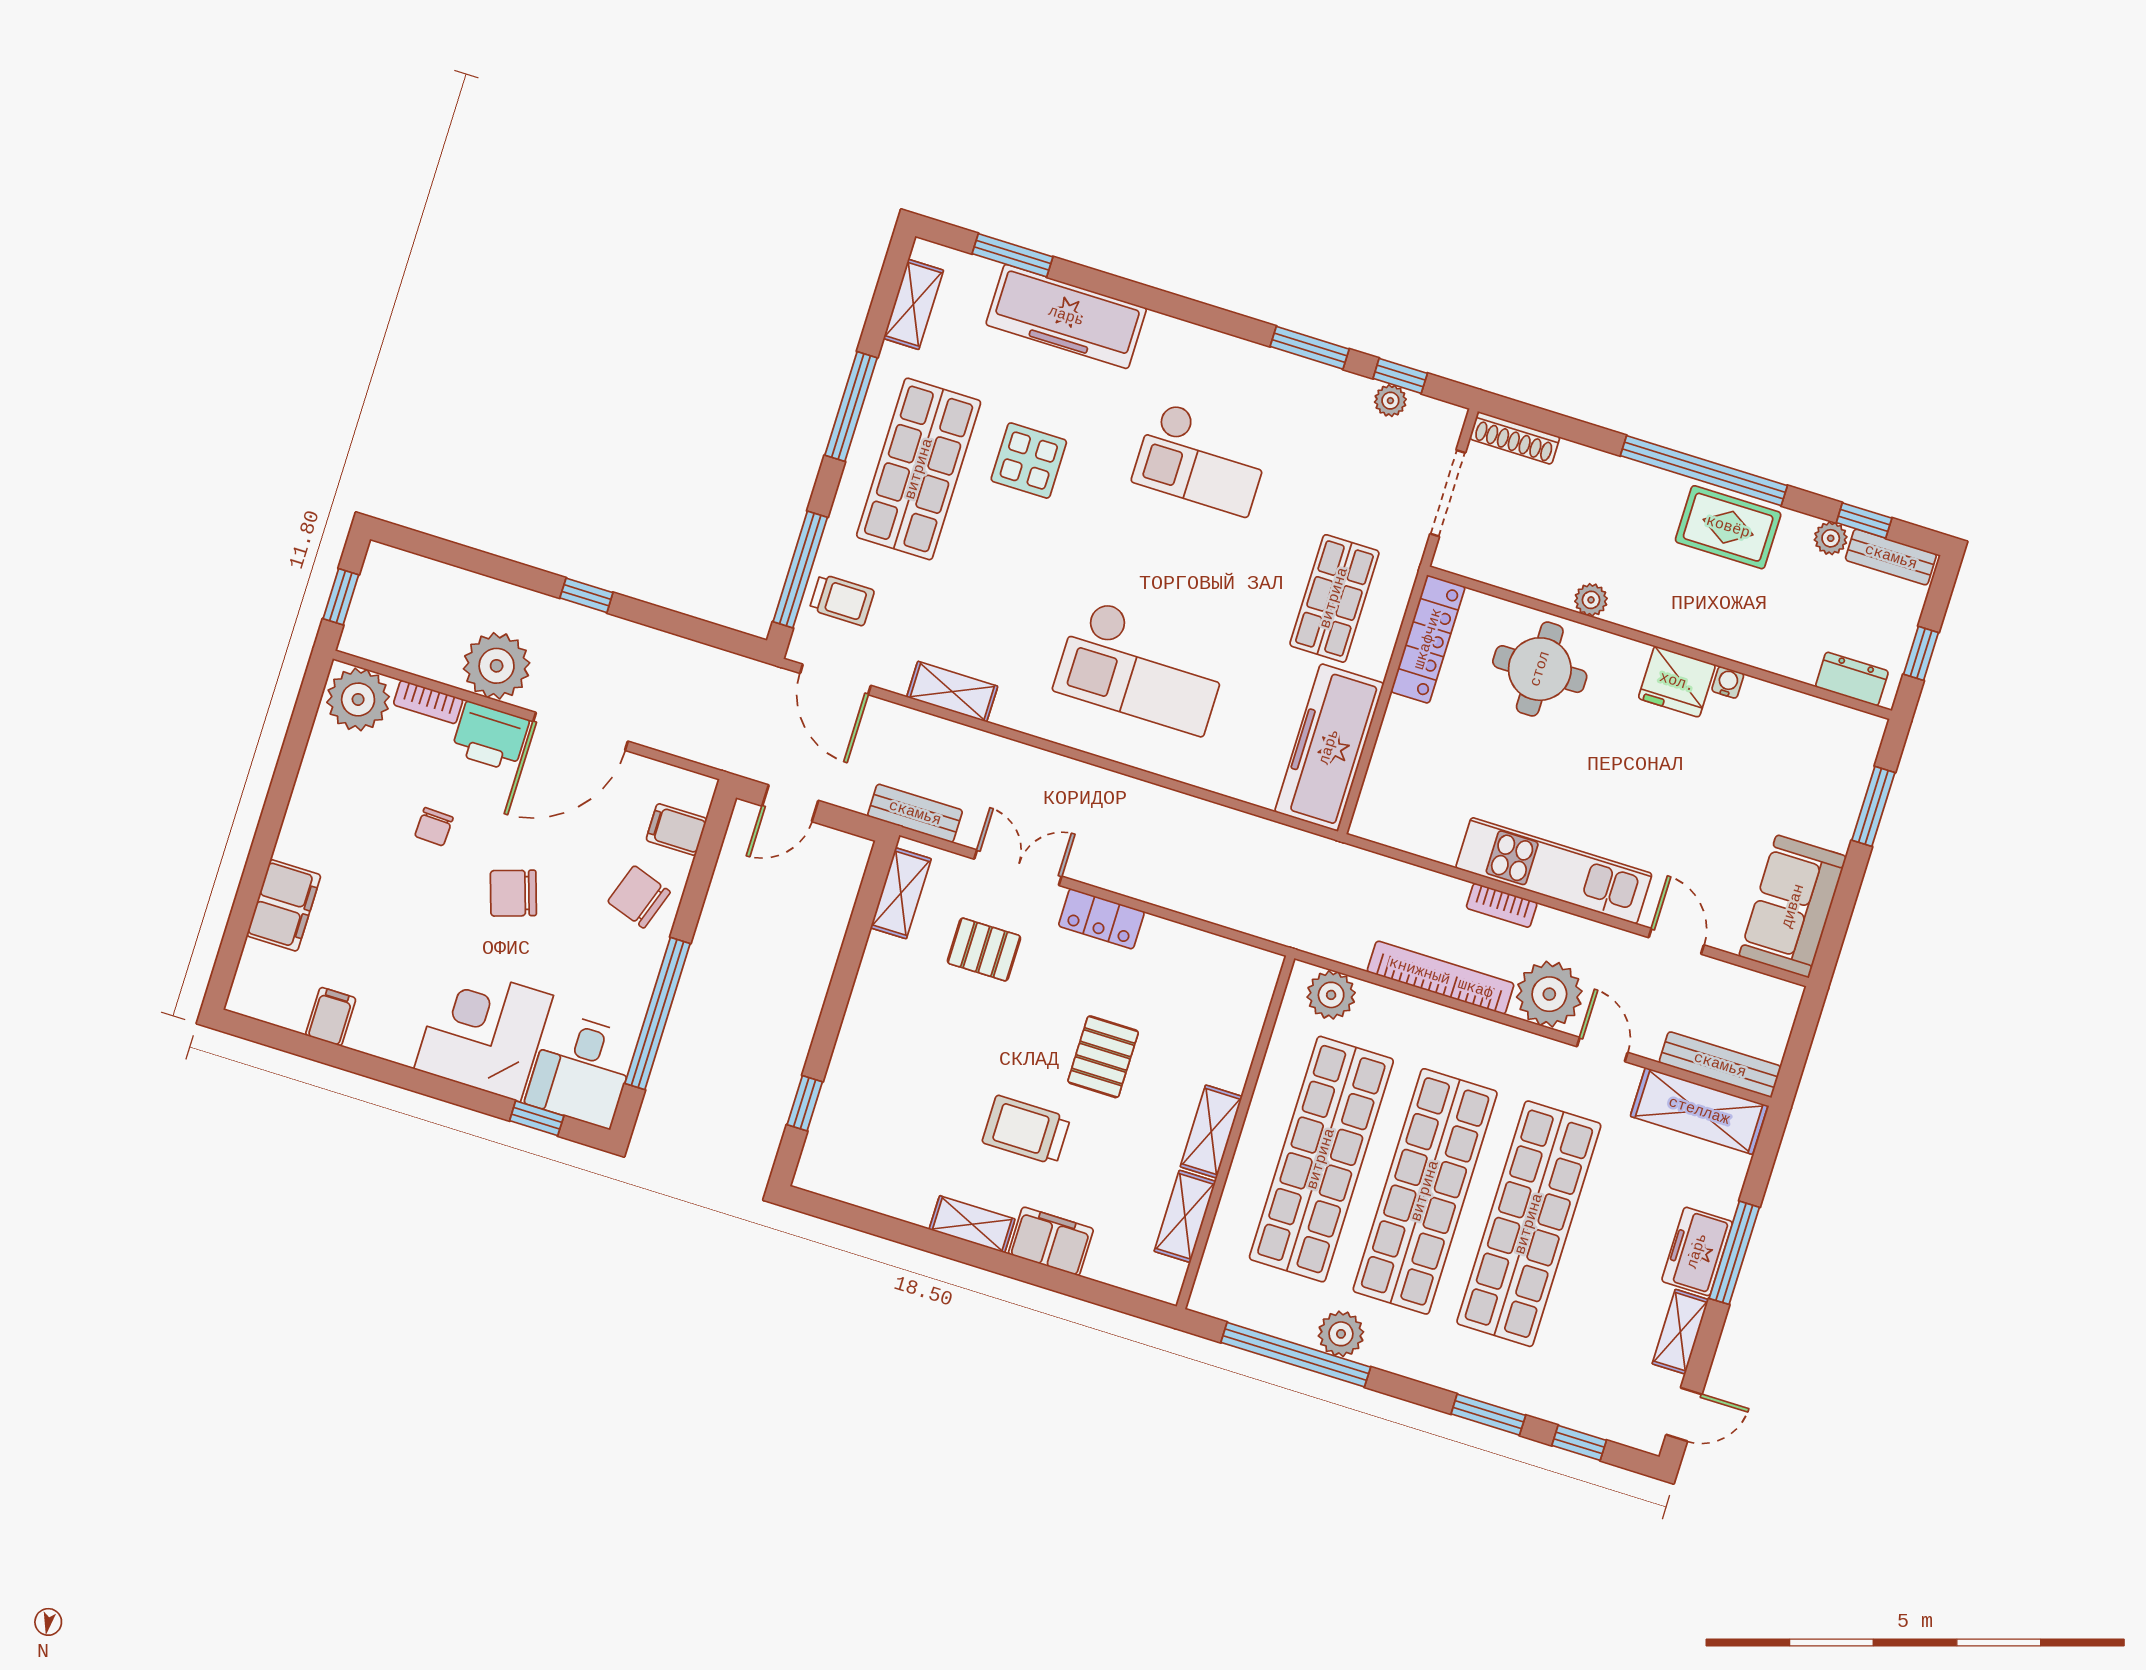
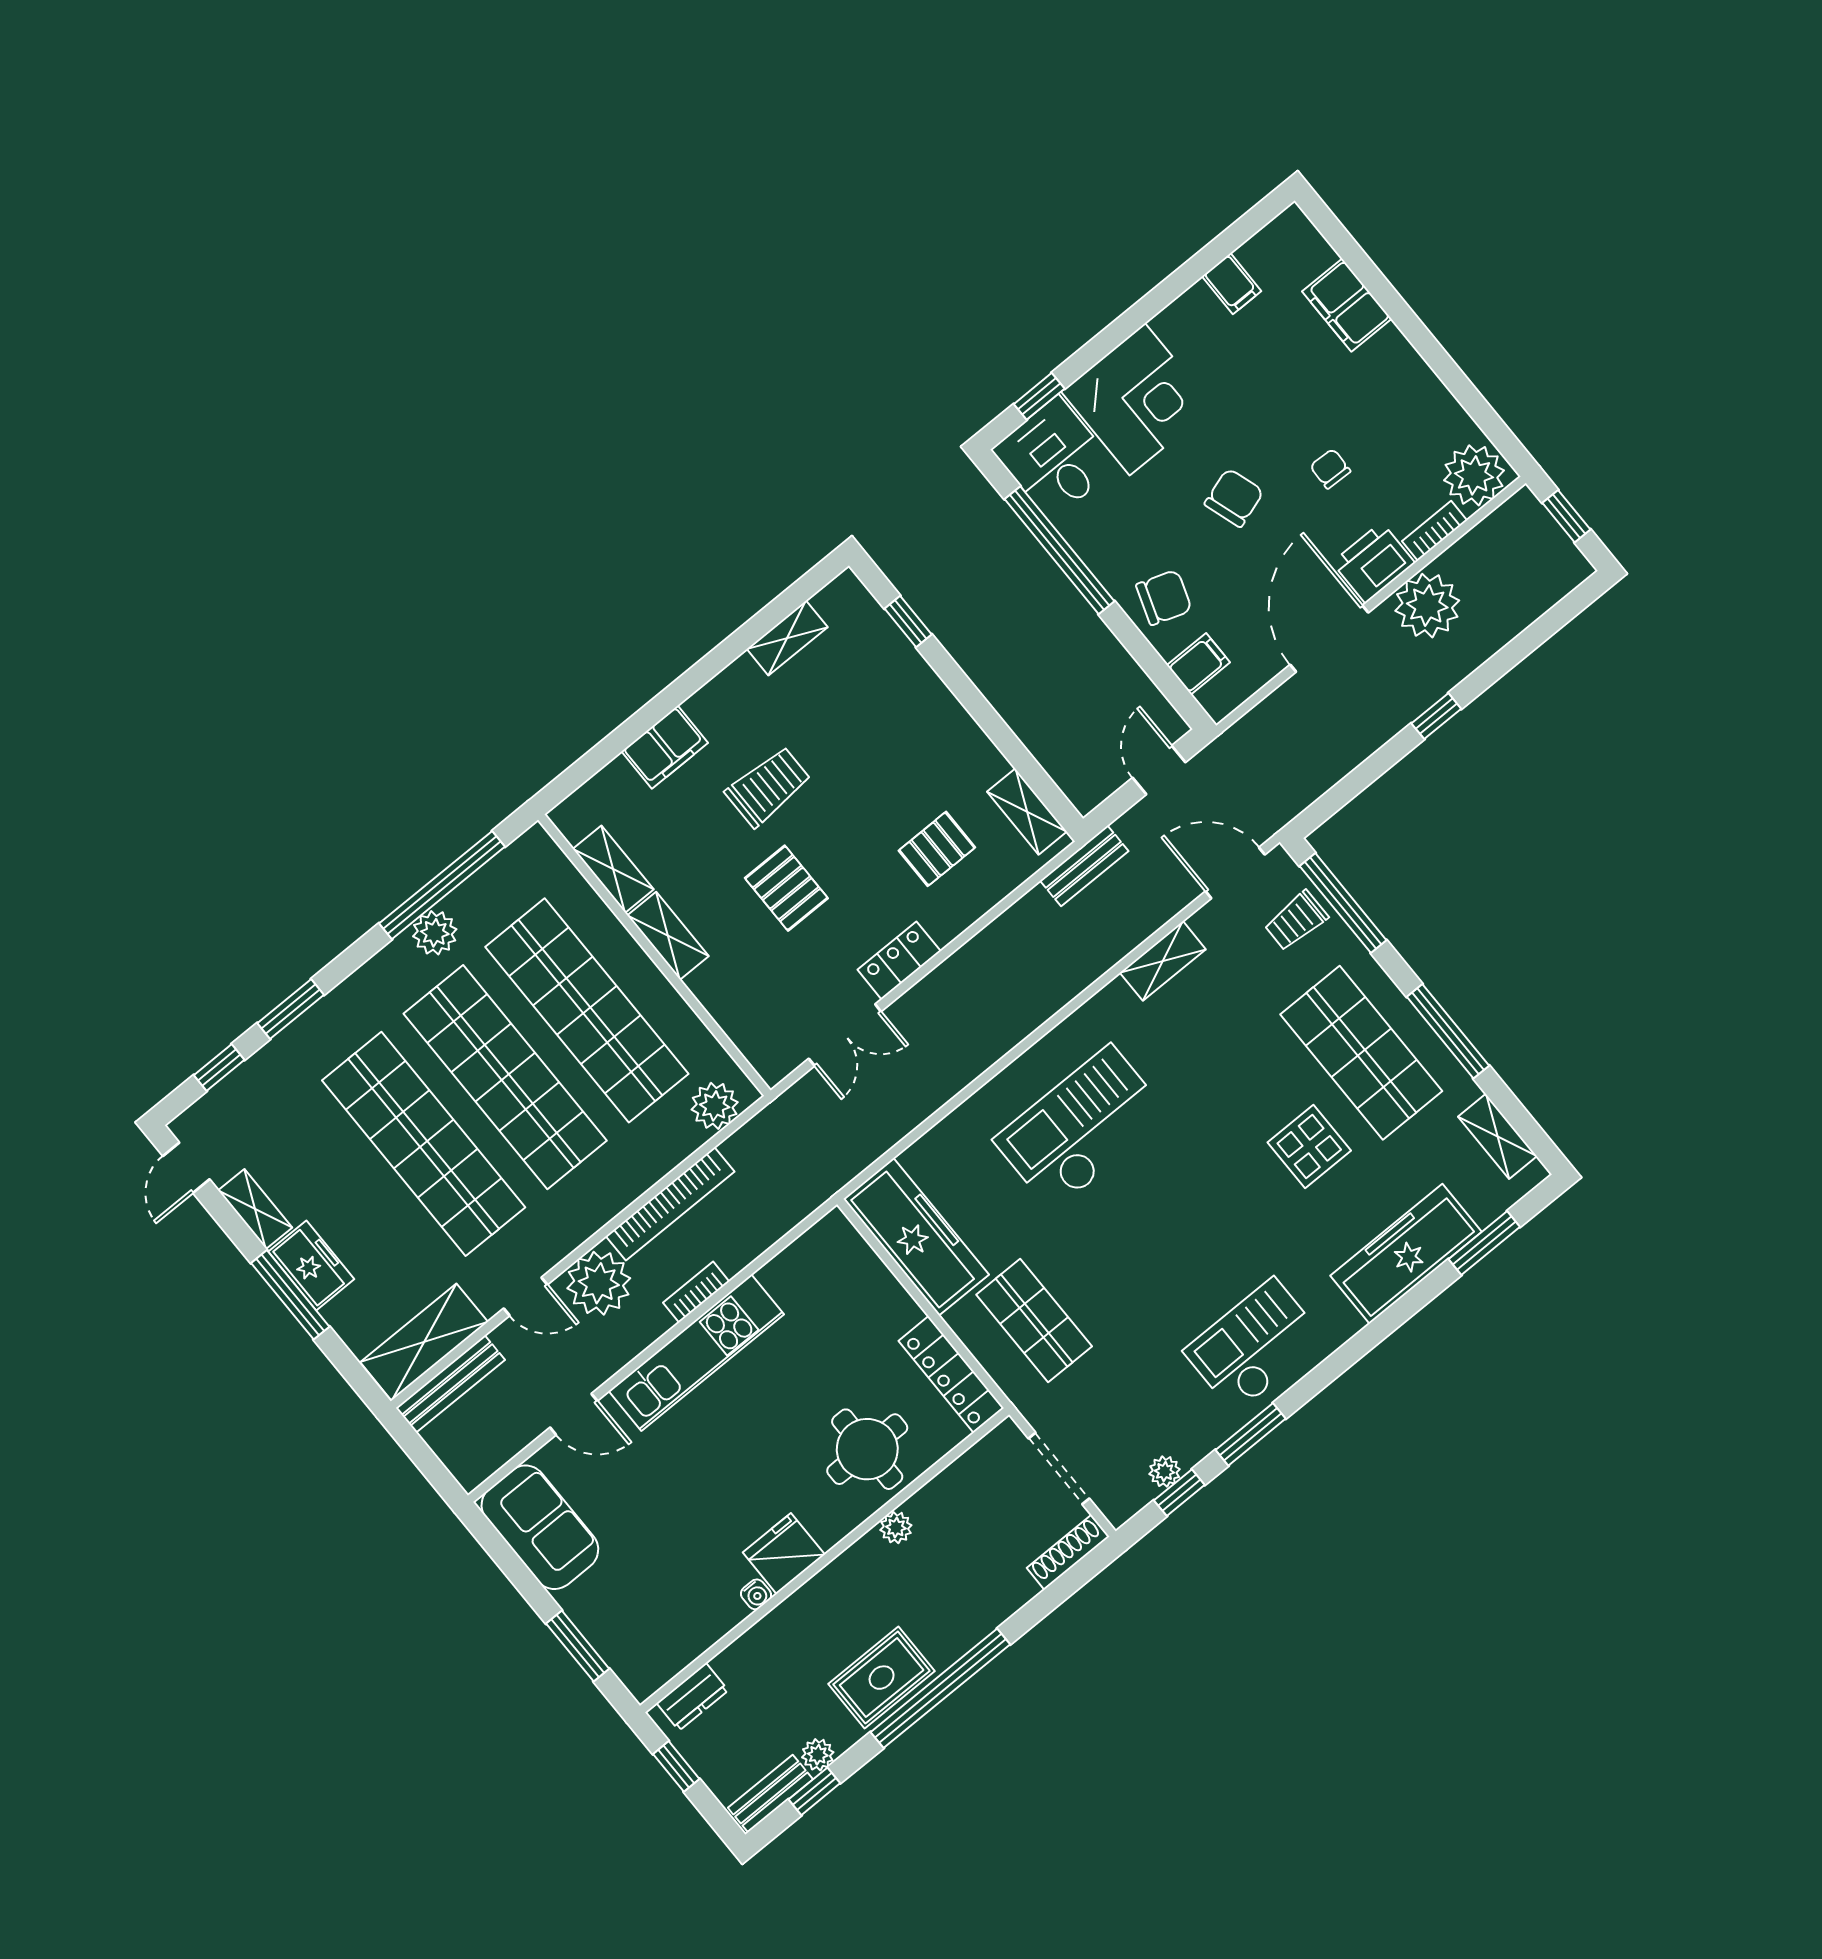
checkout: (1202, 459) -> (1254, 1346), moved
double door: (1018, 868) -> (845, 1035), moved
shelving: (972, 1224) -> (787, 638), moved

